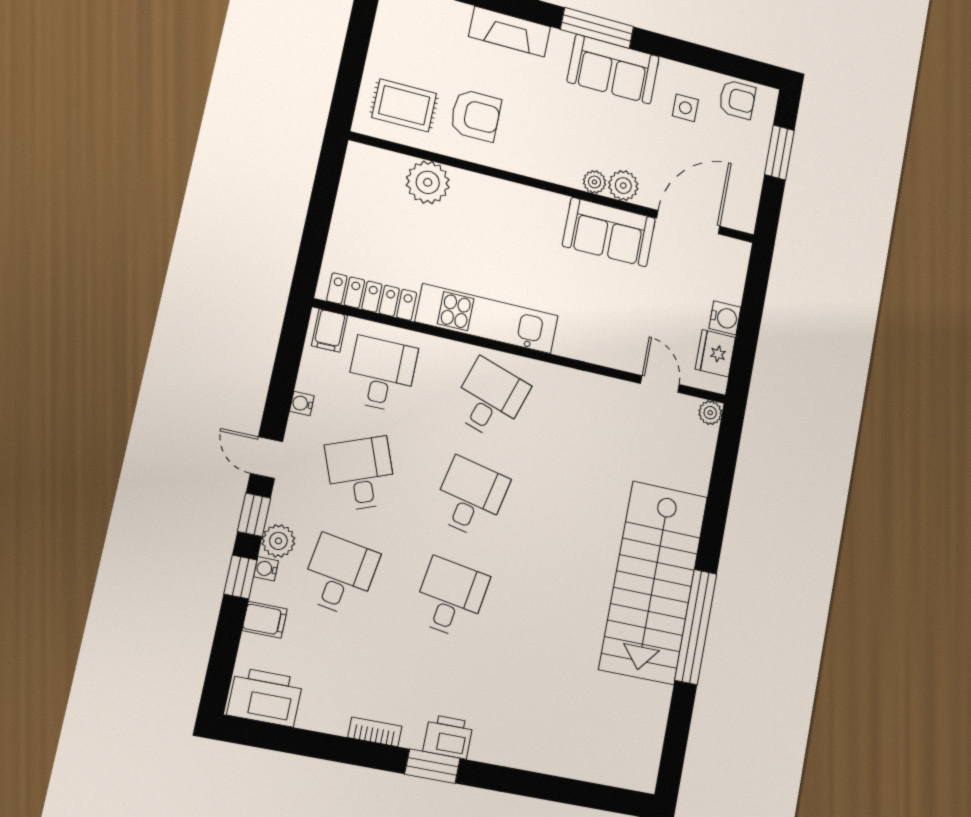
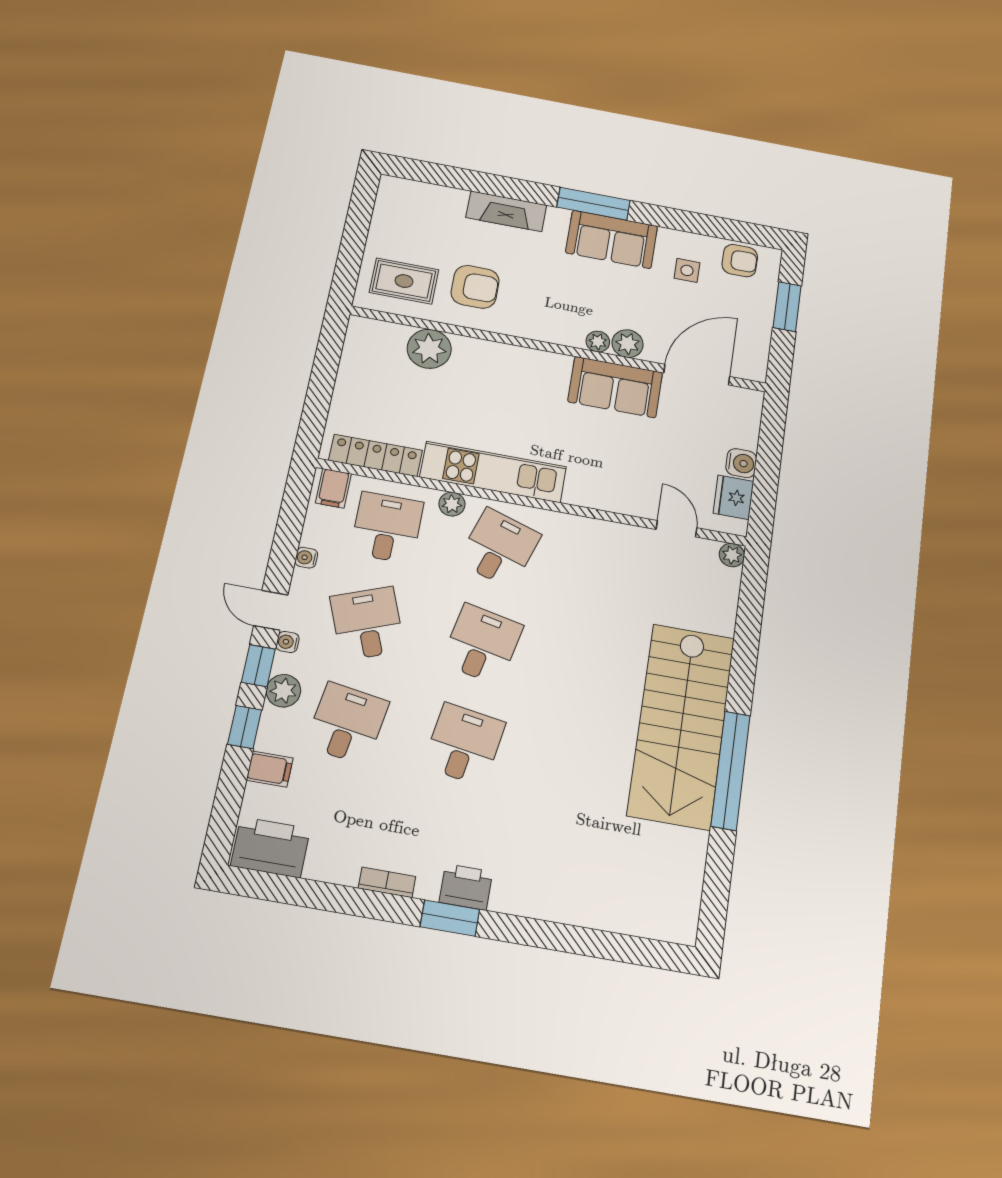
plant: (446, 351) -> (452, 504), added
water cooler: (266, 569) -> (288, 642), moved

